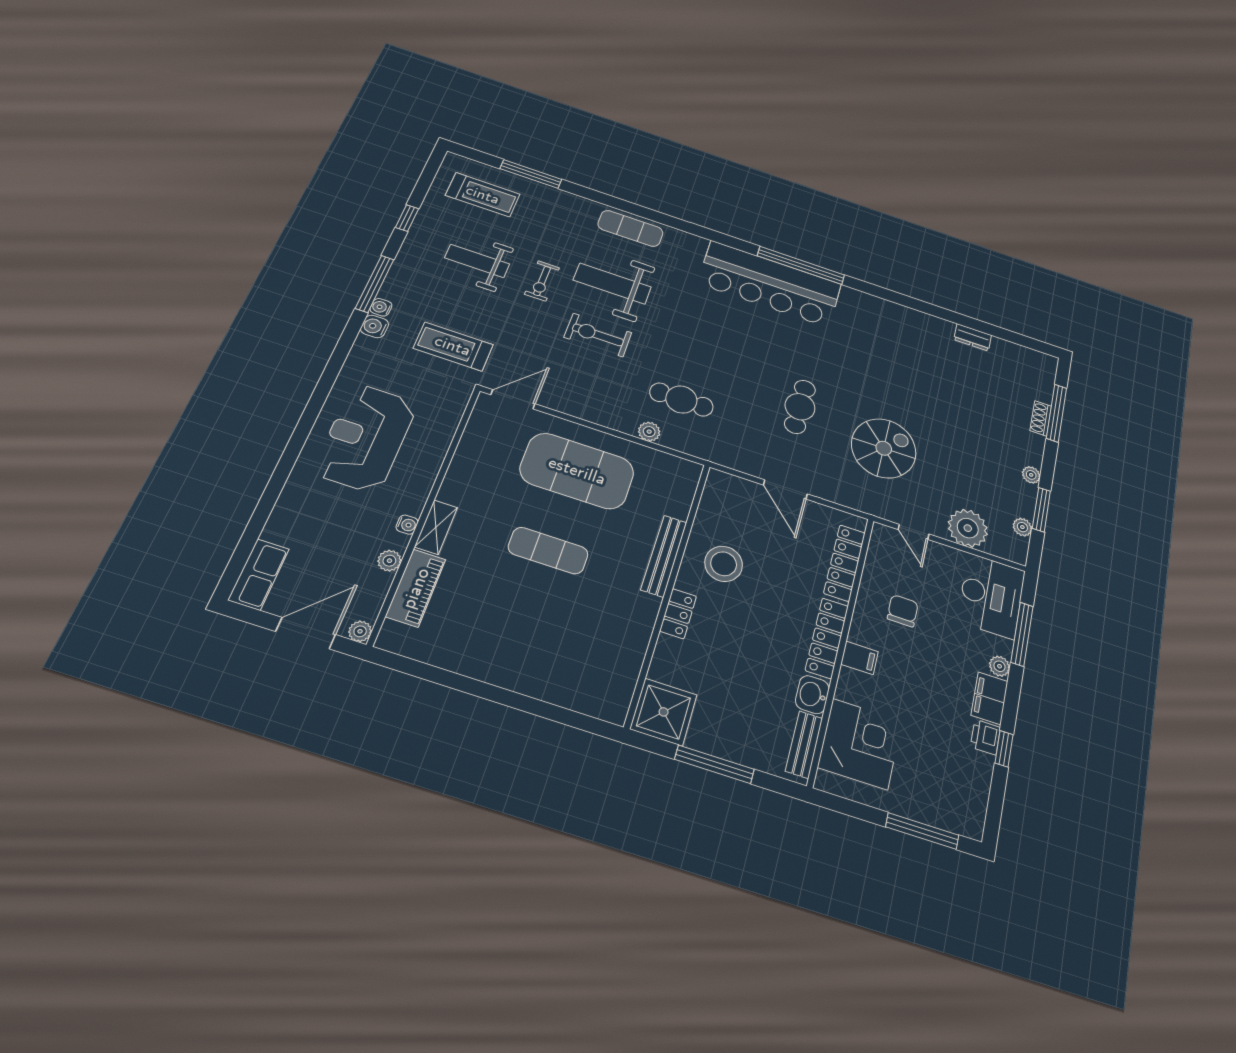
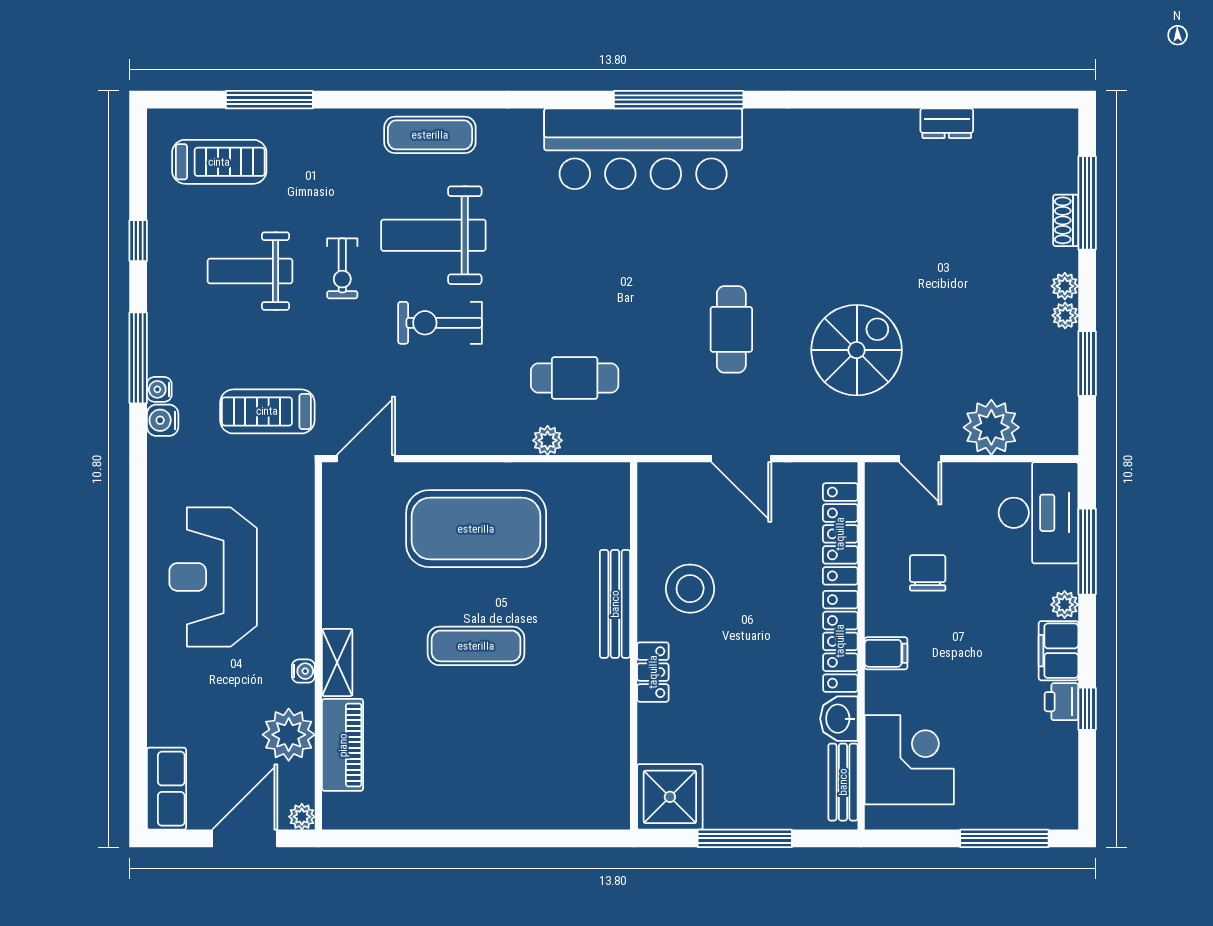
plant: (1022, 527) -> (1065, 286), moved
plant: (389, 561) -> (289, 735), width x1.87, depth x1.87

